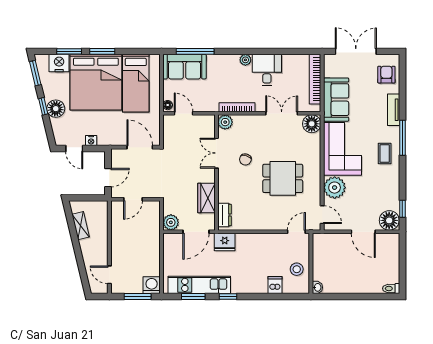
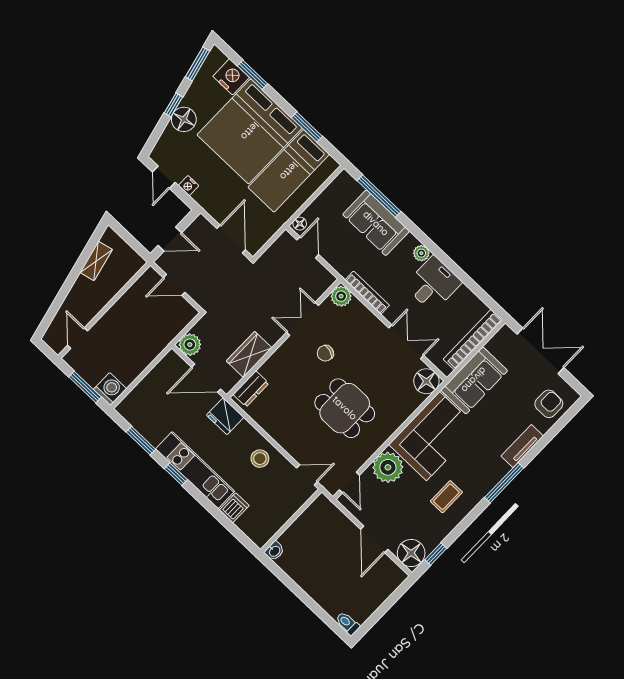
window: (102, 51) -> (307, 127), moved
sofa: (184, 67) -> (376, 223), moved
coffee table: (385, 154) -> (446, 497), moved
stool: (297, 269) -> (260, 459), moved
kitchen unit: (199, 285) -> (195, 470), moved

